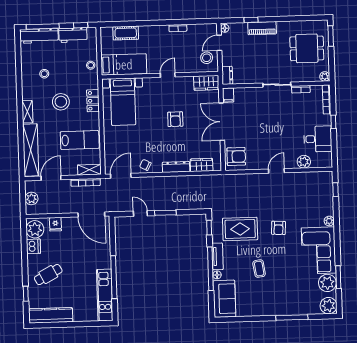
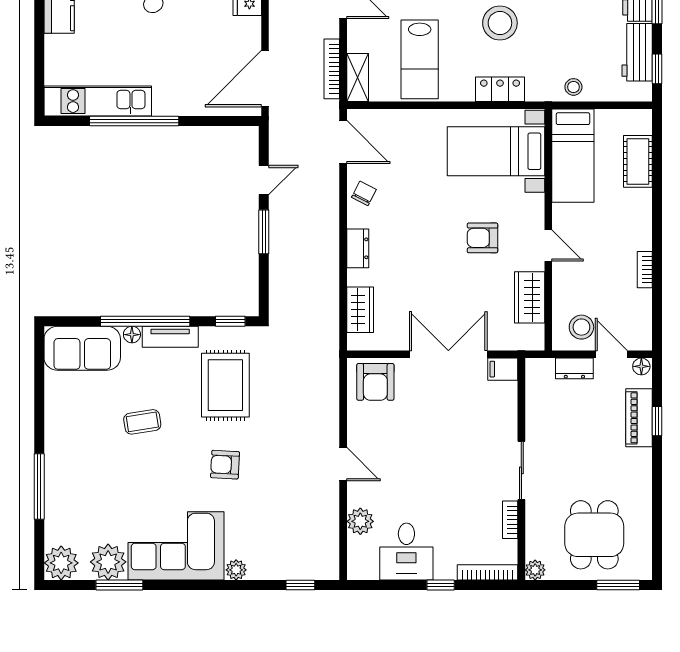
piano: (262, 28) -> (639, 418), moved
dresser: (227, 75) -> (574, 368), moved
wardrobe: (206, 83) -> (530, 297), moved
armchair: (175, 119) -> (482, 238), moved
dresser: (176, 167) -> (358, 248), width x0.70

